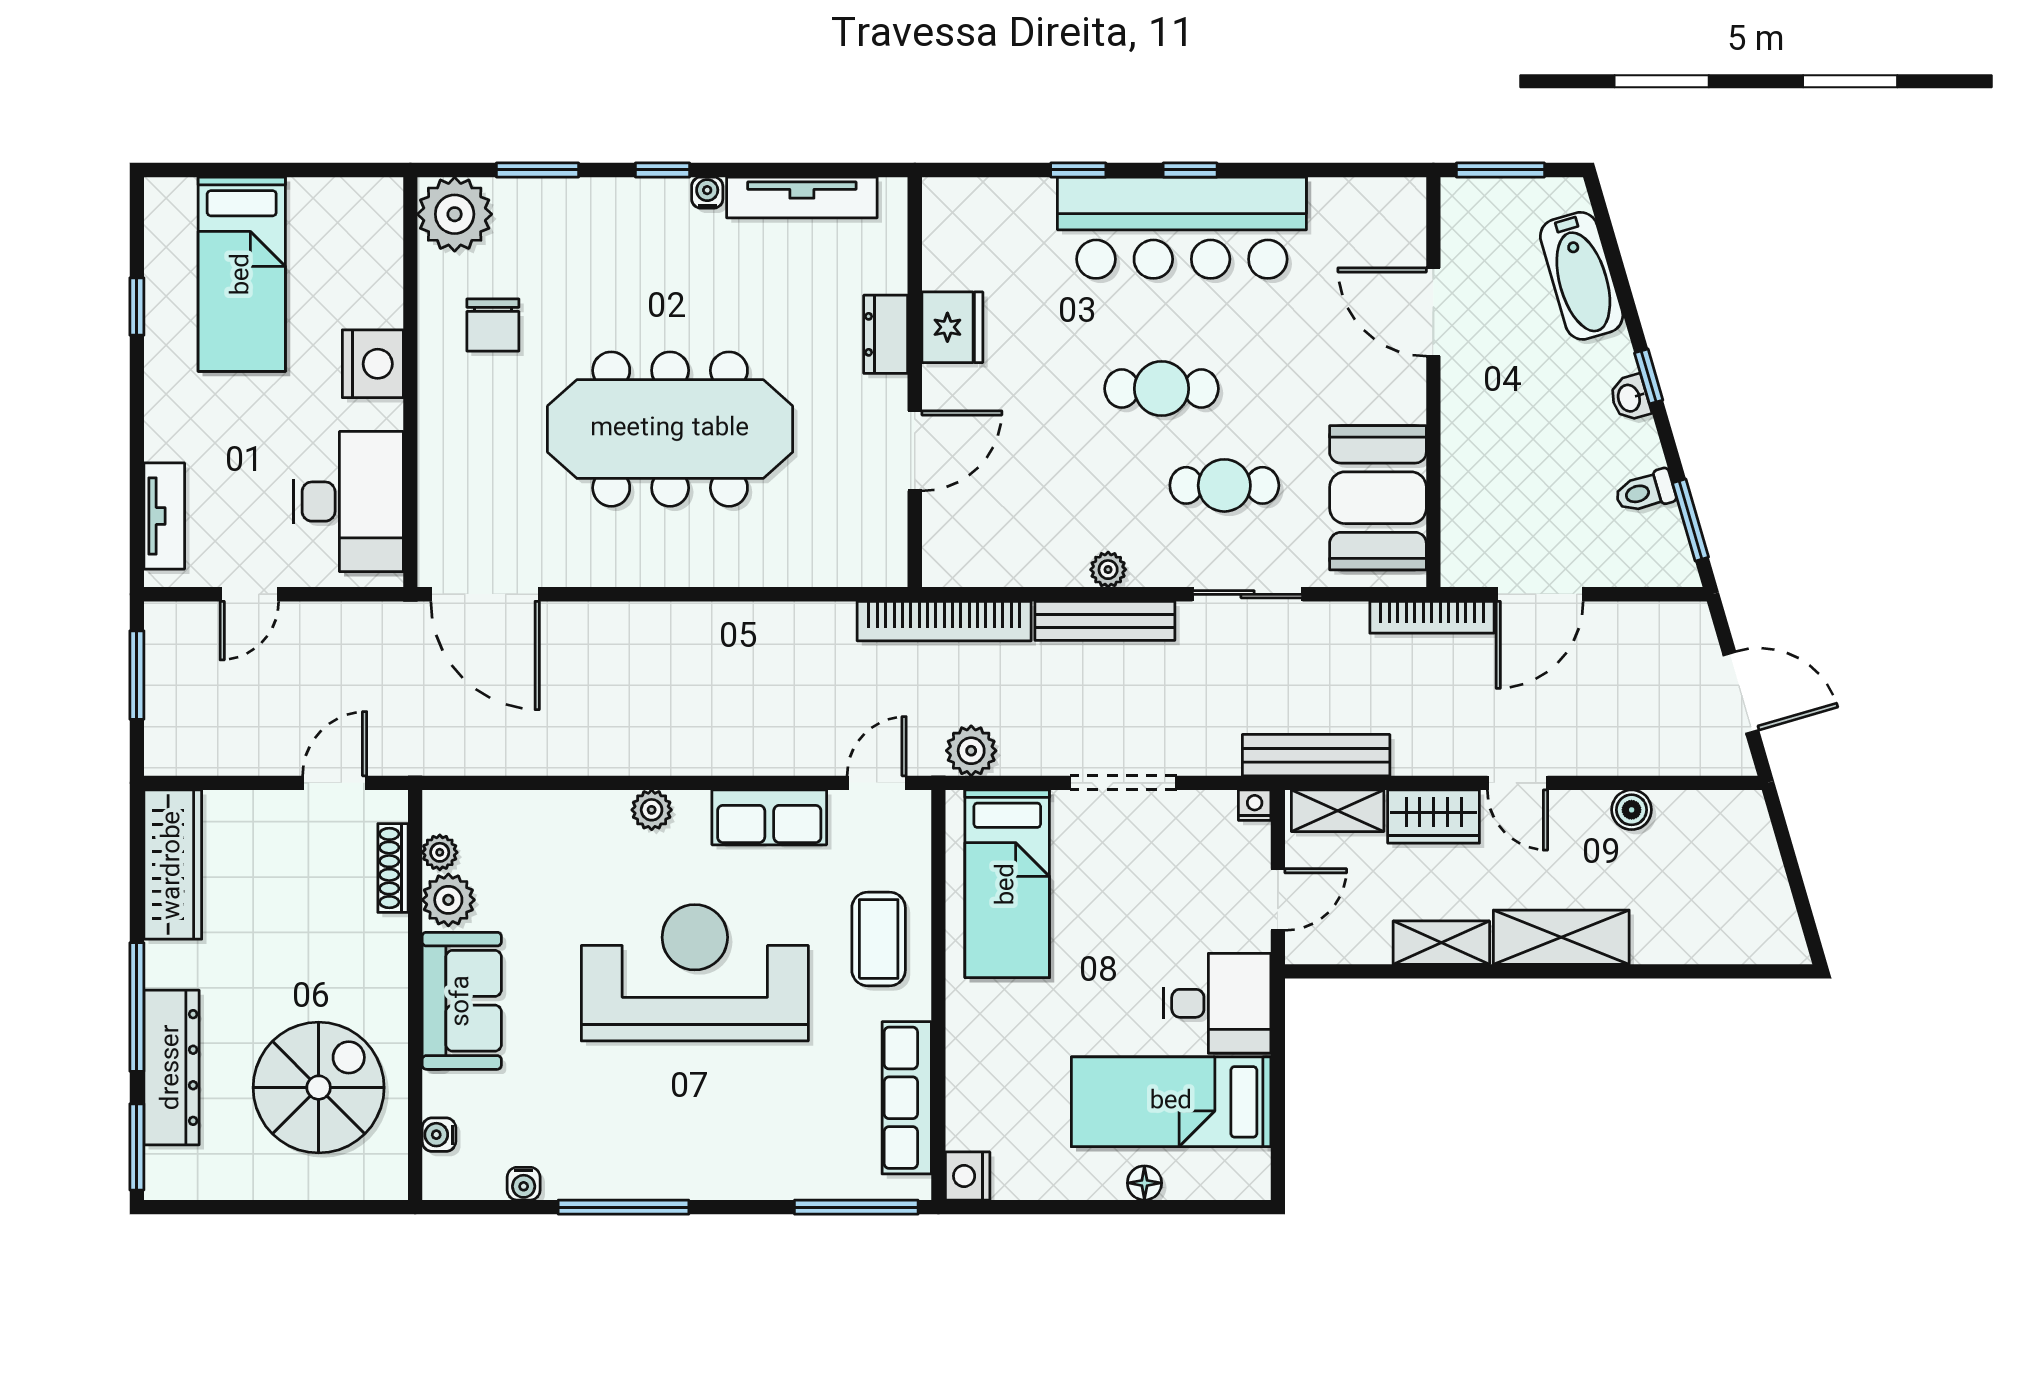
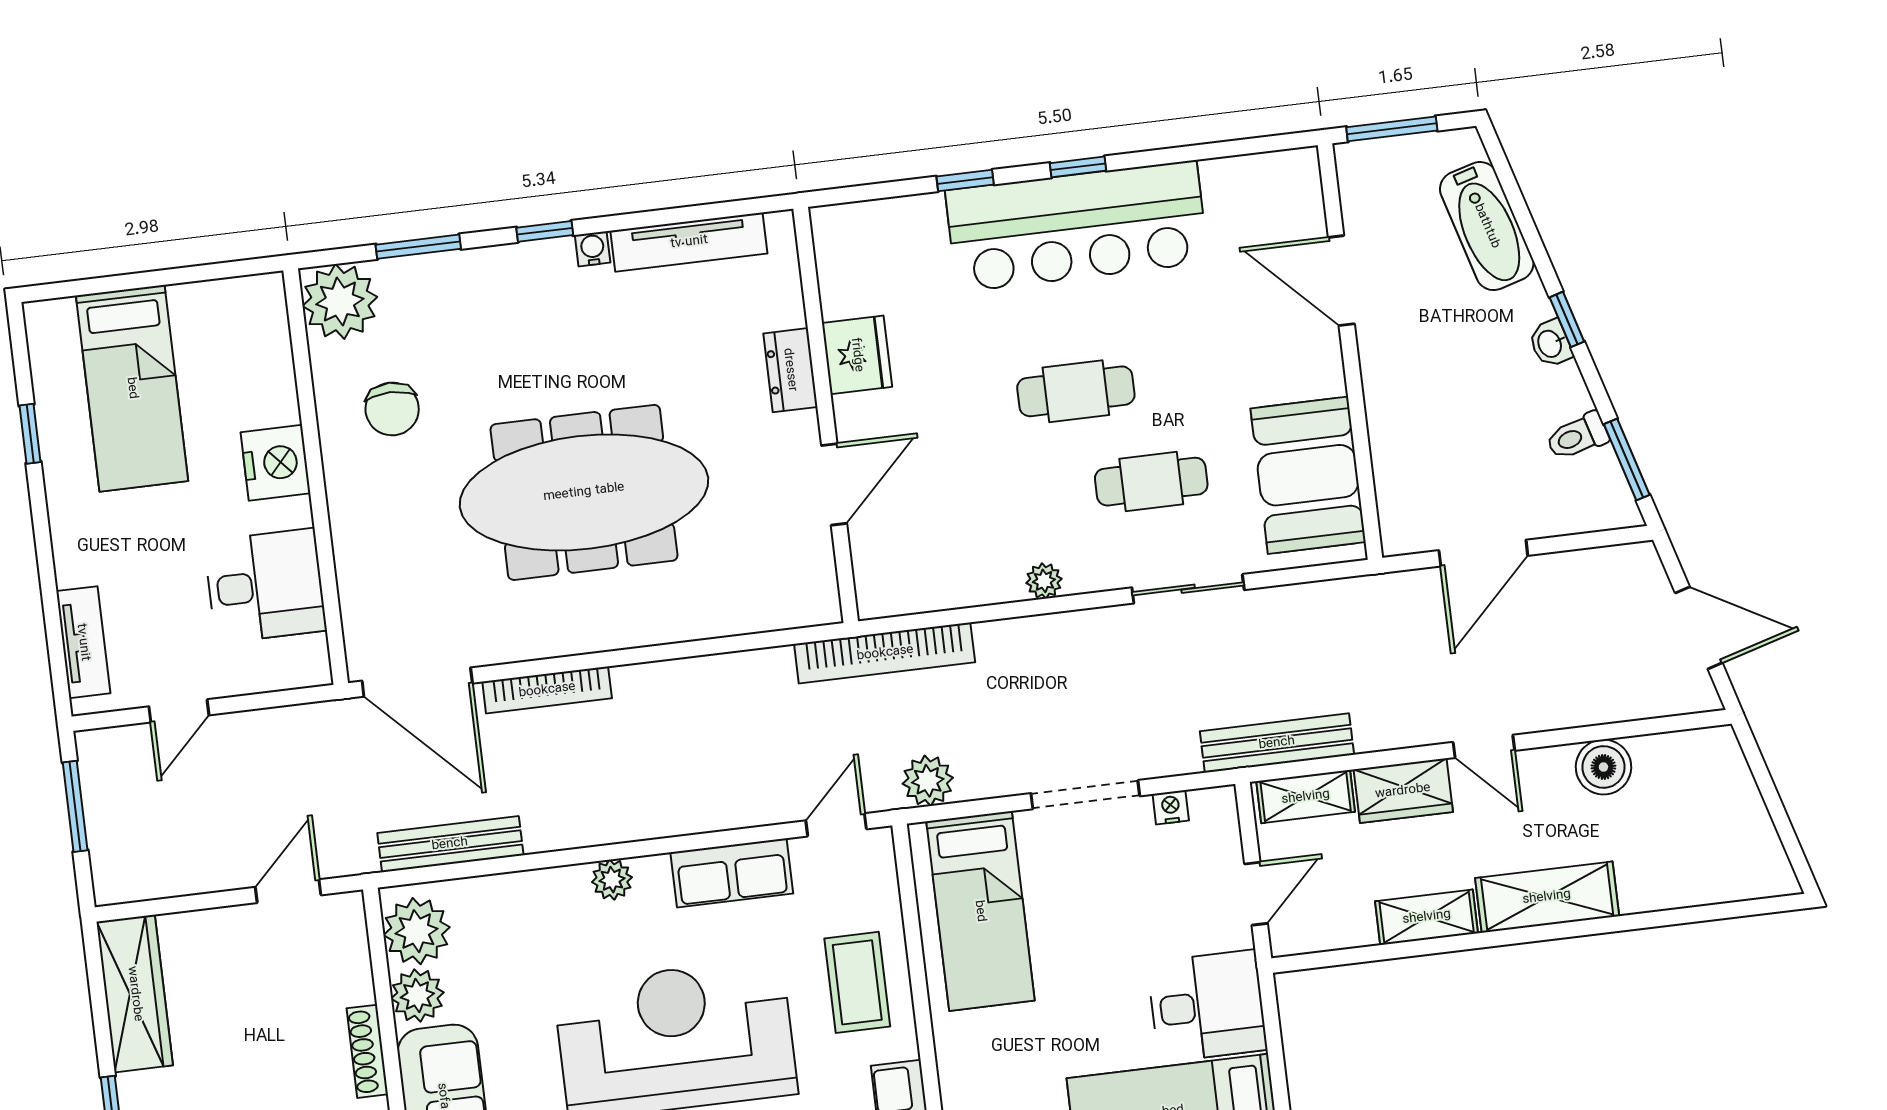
desk: (348, 502) -> (265, 586), width x0.73
bookcase: (1432, 617) -> (547, 690), moved
bench: (1105, 621) -> (450, 844), moved
nightstand: (1255, 805) -> (1171, 807), moved
boiler: (1632, 810) -> (1603, 767), width x1.36, depth x1.36
plant: (440, 852) -> (417, 931), width x1.88, depth x1.88
shoe rack: (393, 868) -> (367, 1051), moved

